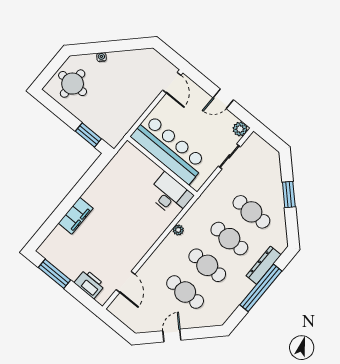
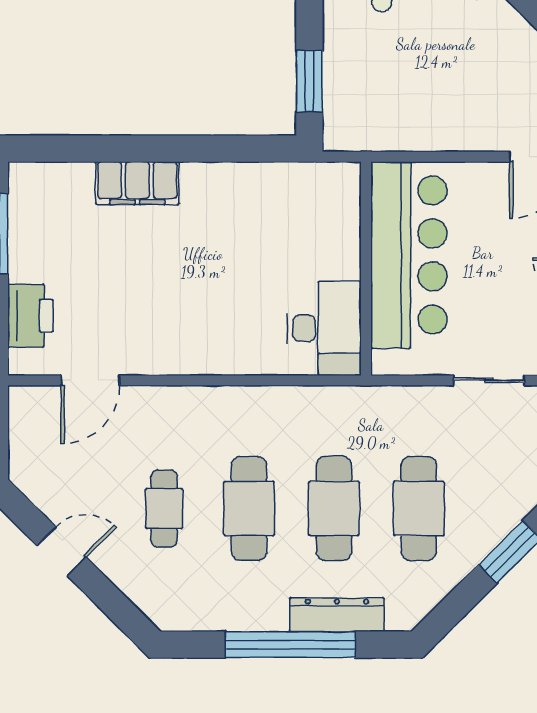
plant: (178, 230) -> (270, 399), removed
cafe table: (185, 292) -> (164, 508), width x0.73, depth x0.74

